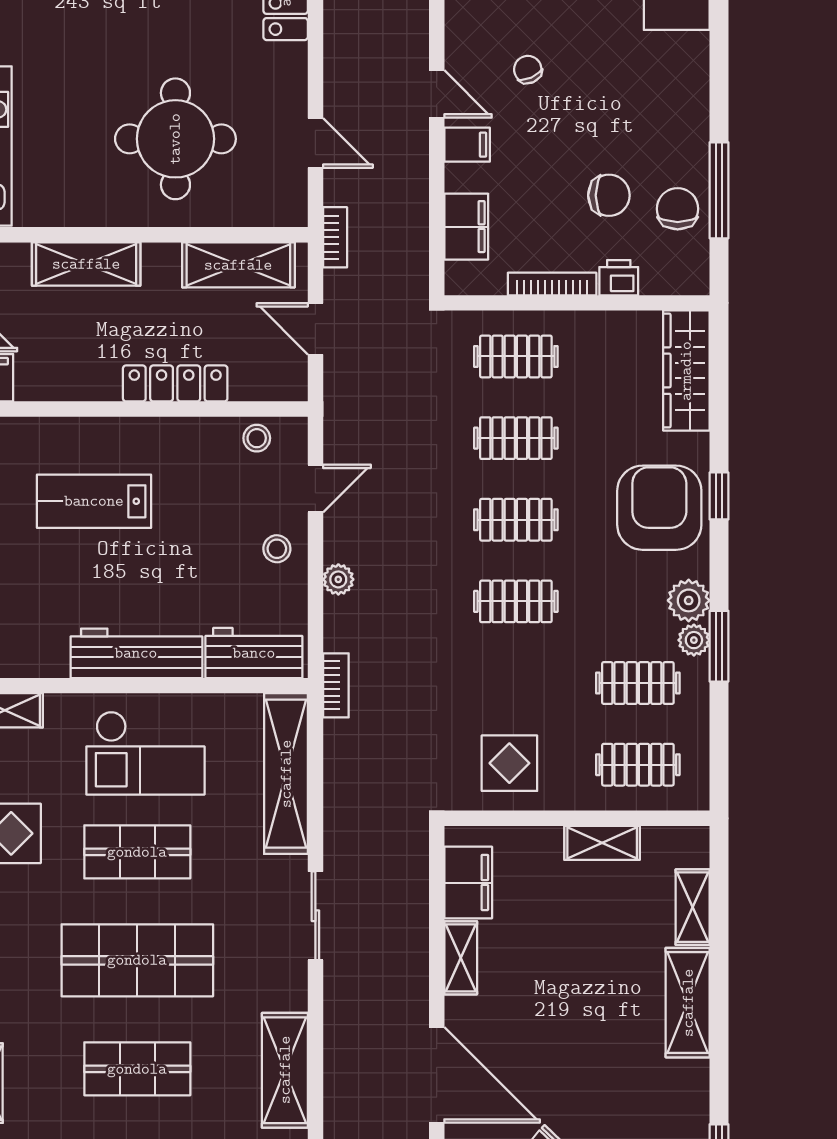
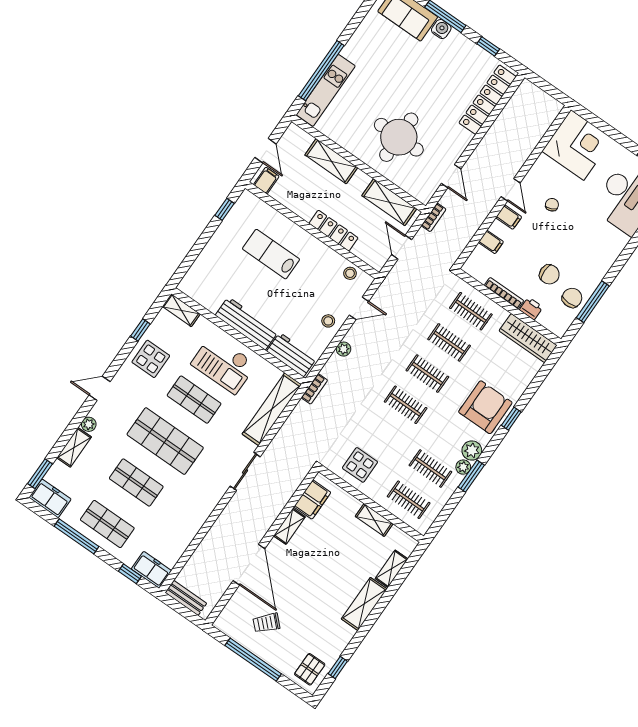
filing cabinet: (466, 227) -> (491, 242), width x0.50
wardrobe: (686, 371) -> (528, 338), moved, turned -90
shelving: (285, 1070) -> (192, 522), removed

